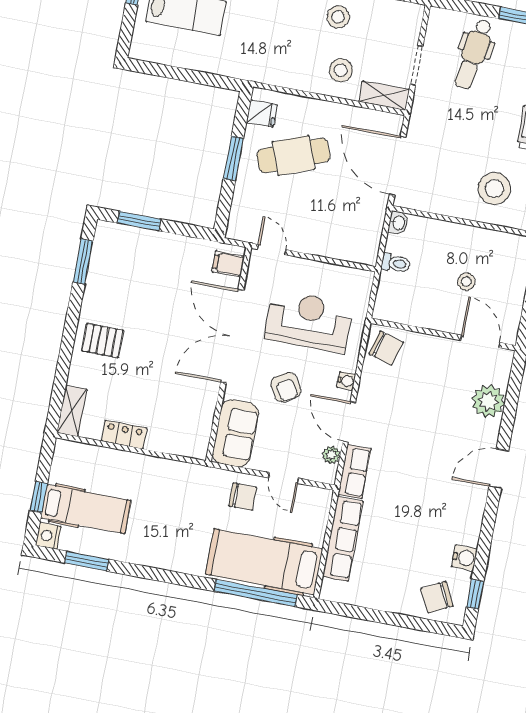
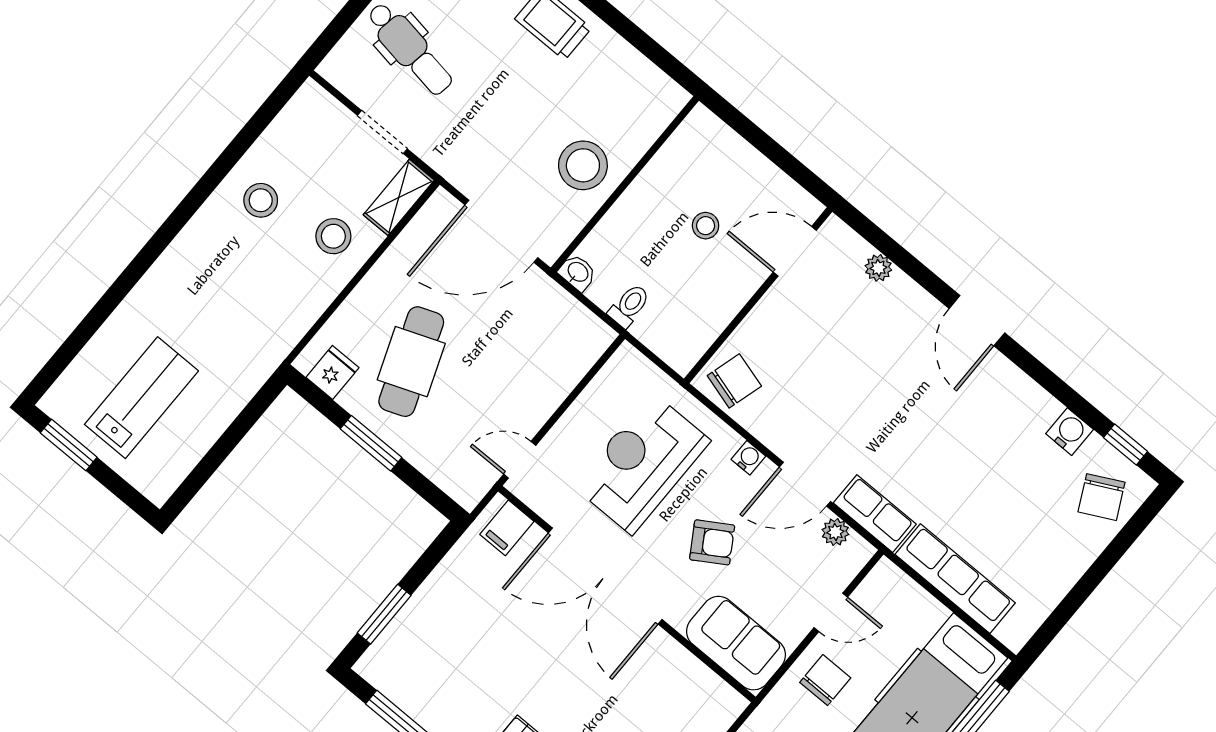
stool: (494, 189) -> (583, 165), moved
plant: (488, 401) -> (878, 268), width x0.53, depth x0.53

